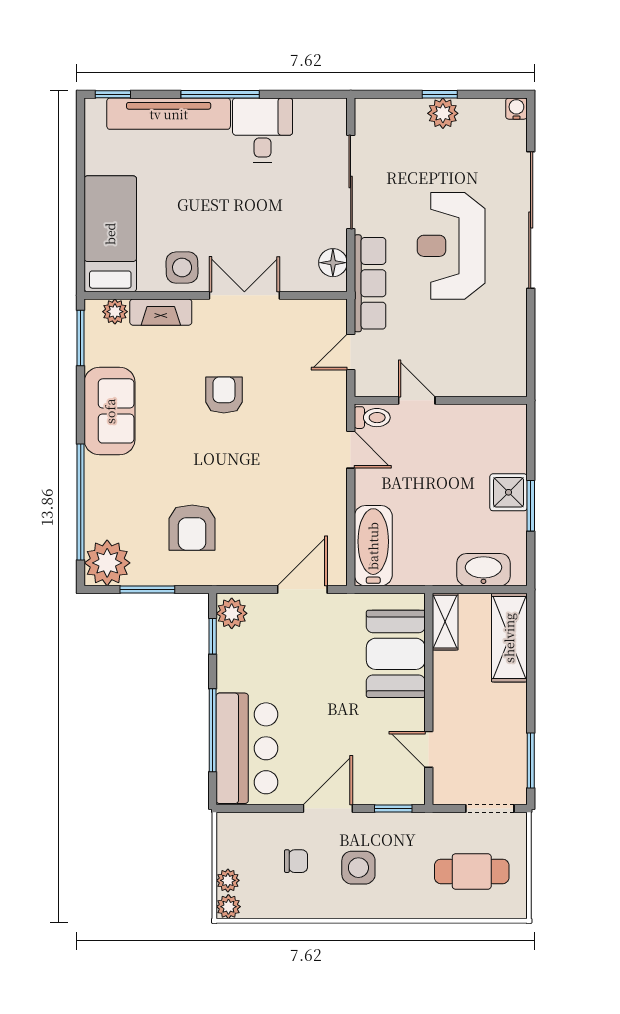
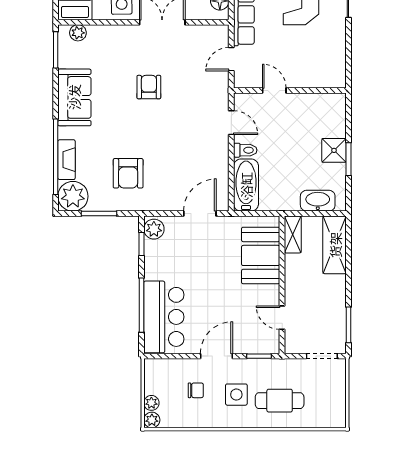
fireplace: (161, 312) -> (67, 160), moved, turned -90
toilet: (372, 418) -> (245, 150), moved
cafe table: (472, 871) -> (280, 401), moved

